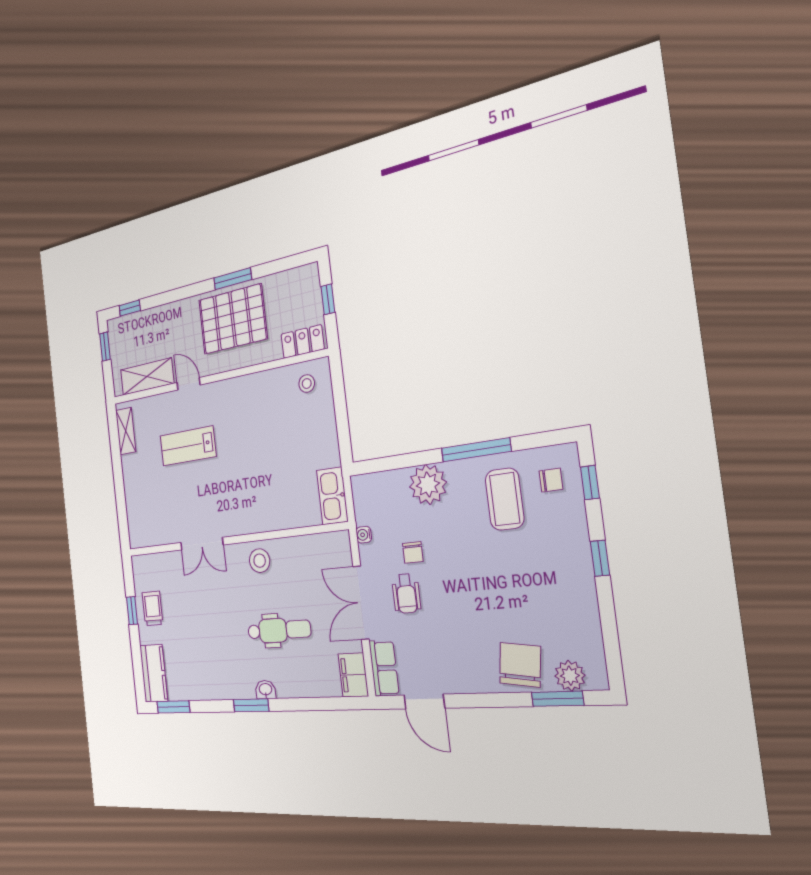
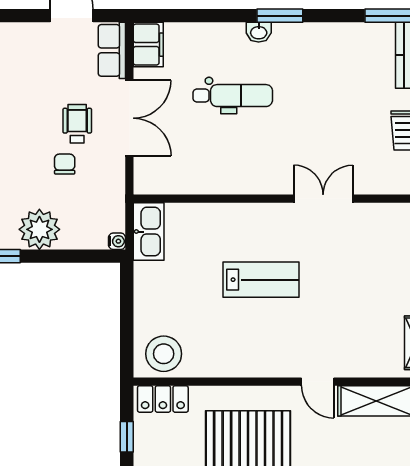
stool: (307, 384) -> (164, 354), width x1.89, depth x1.89
lab bench: (188, 446) -> (261, 280), moved
water cooler: (364, 535) -> (117, 241), moved
stool: (260, 561) -> (248, 172), removed
dental chair: (279, 630) -> (233, 96), turned 180

